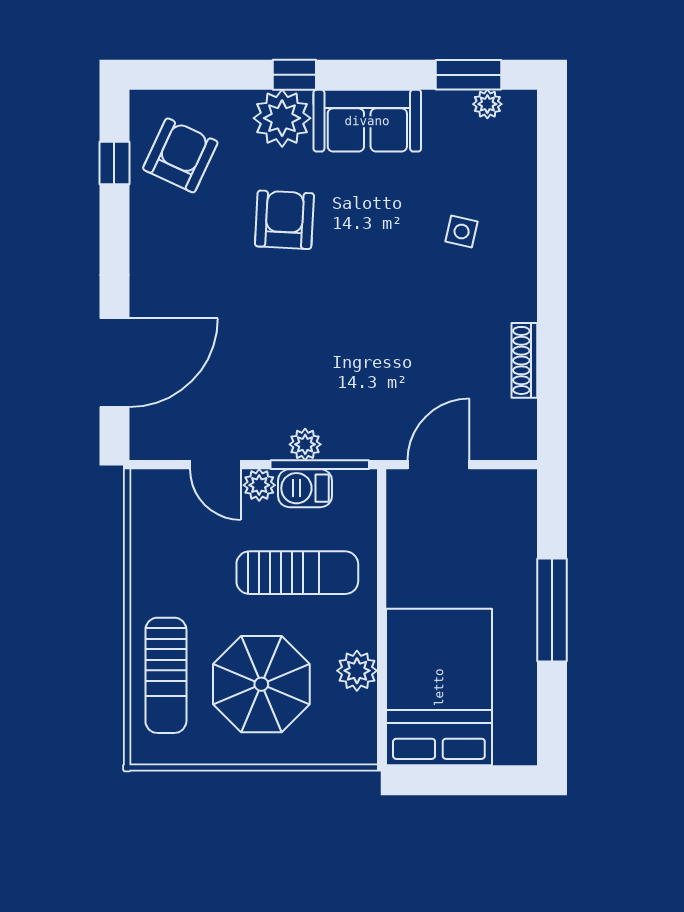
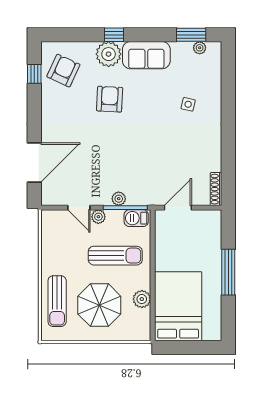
shoe rack: (524, 360) -> (216, 189), moved
barbecue: (305, 488) -> (136, 218), moved

